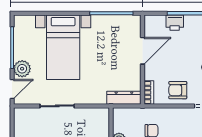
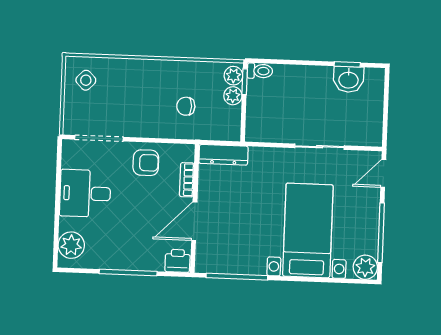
printer: (175, 23) -> (178, 261), moved
plant: (22, 69) -> (365, 267), moved
bookcase: (149, 93) -> (187, 180), moved

